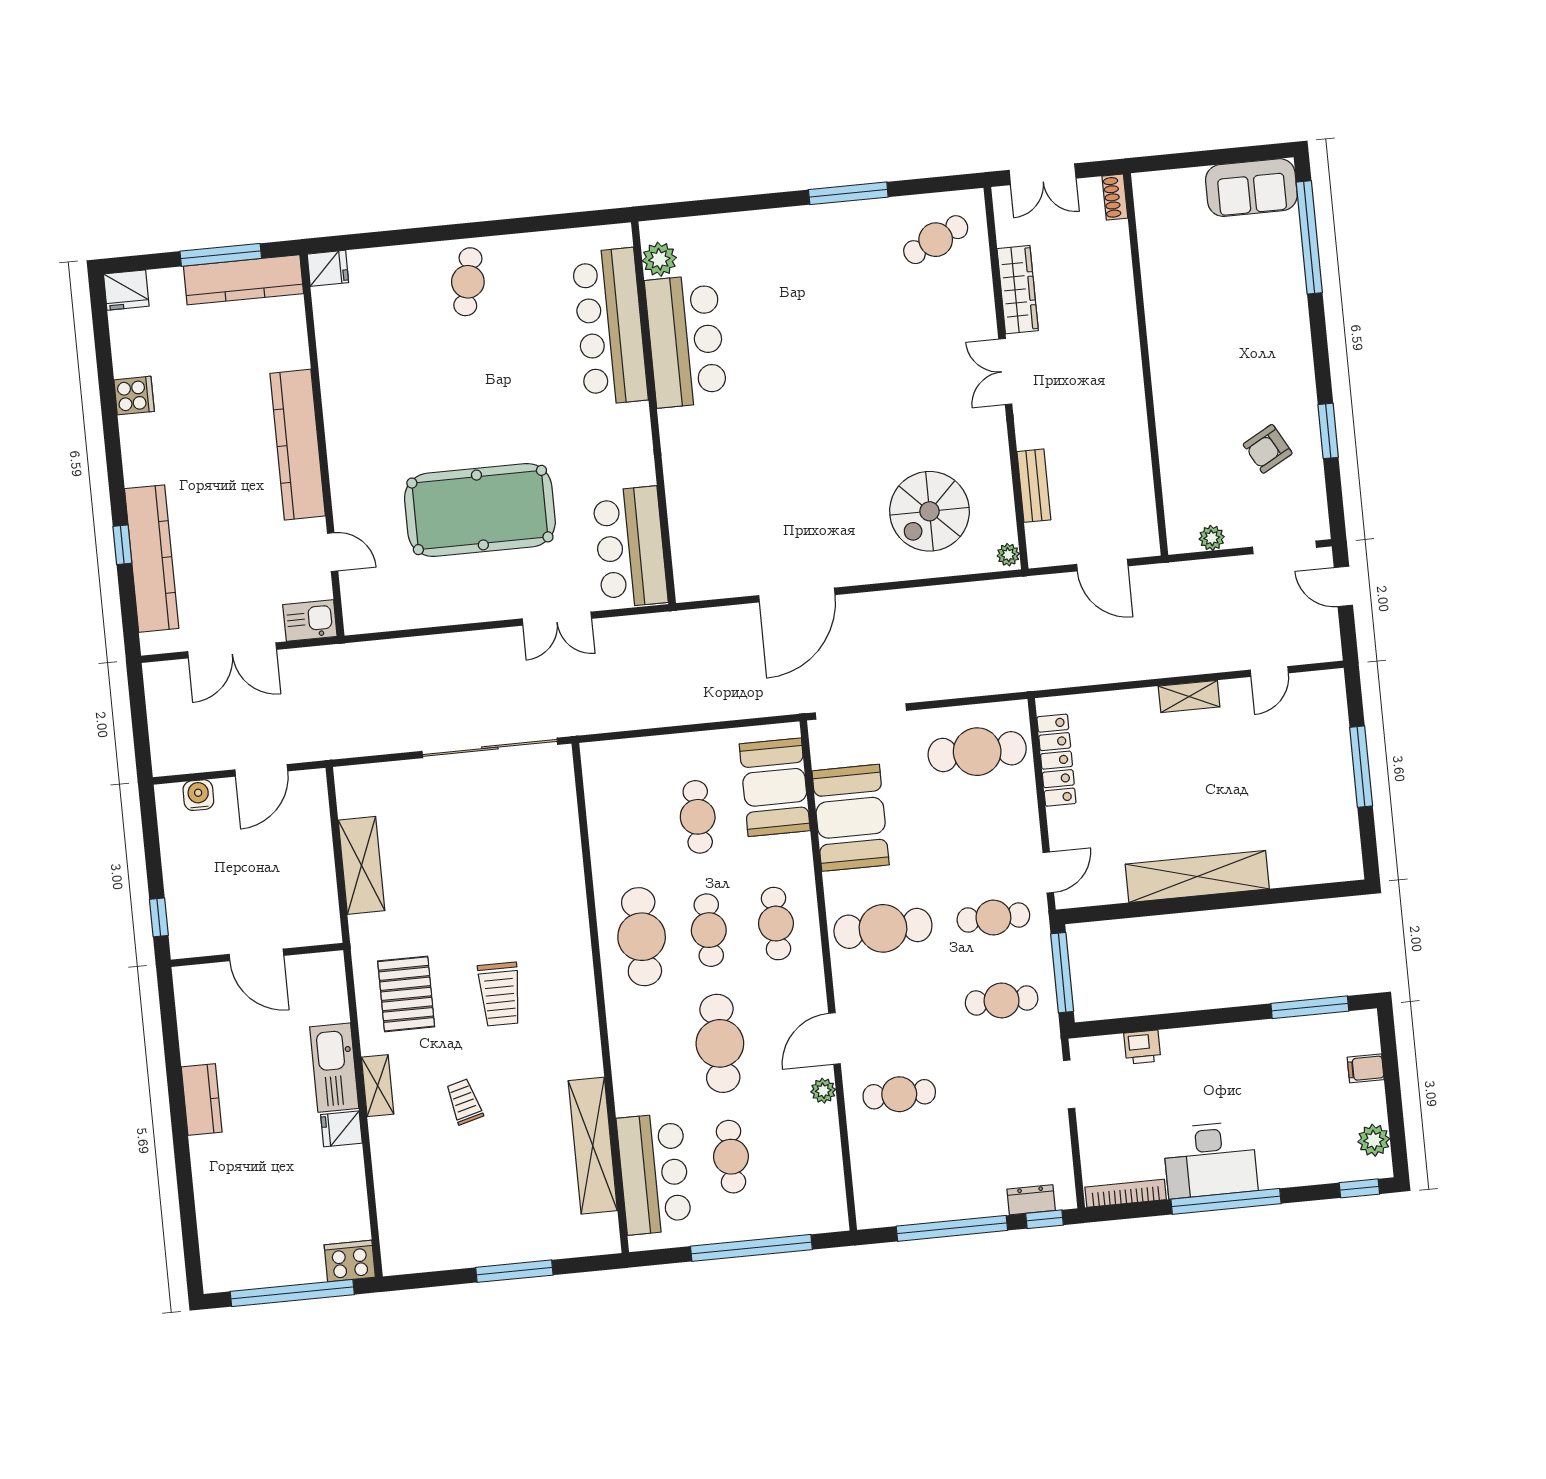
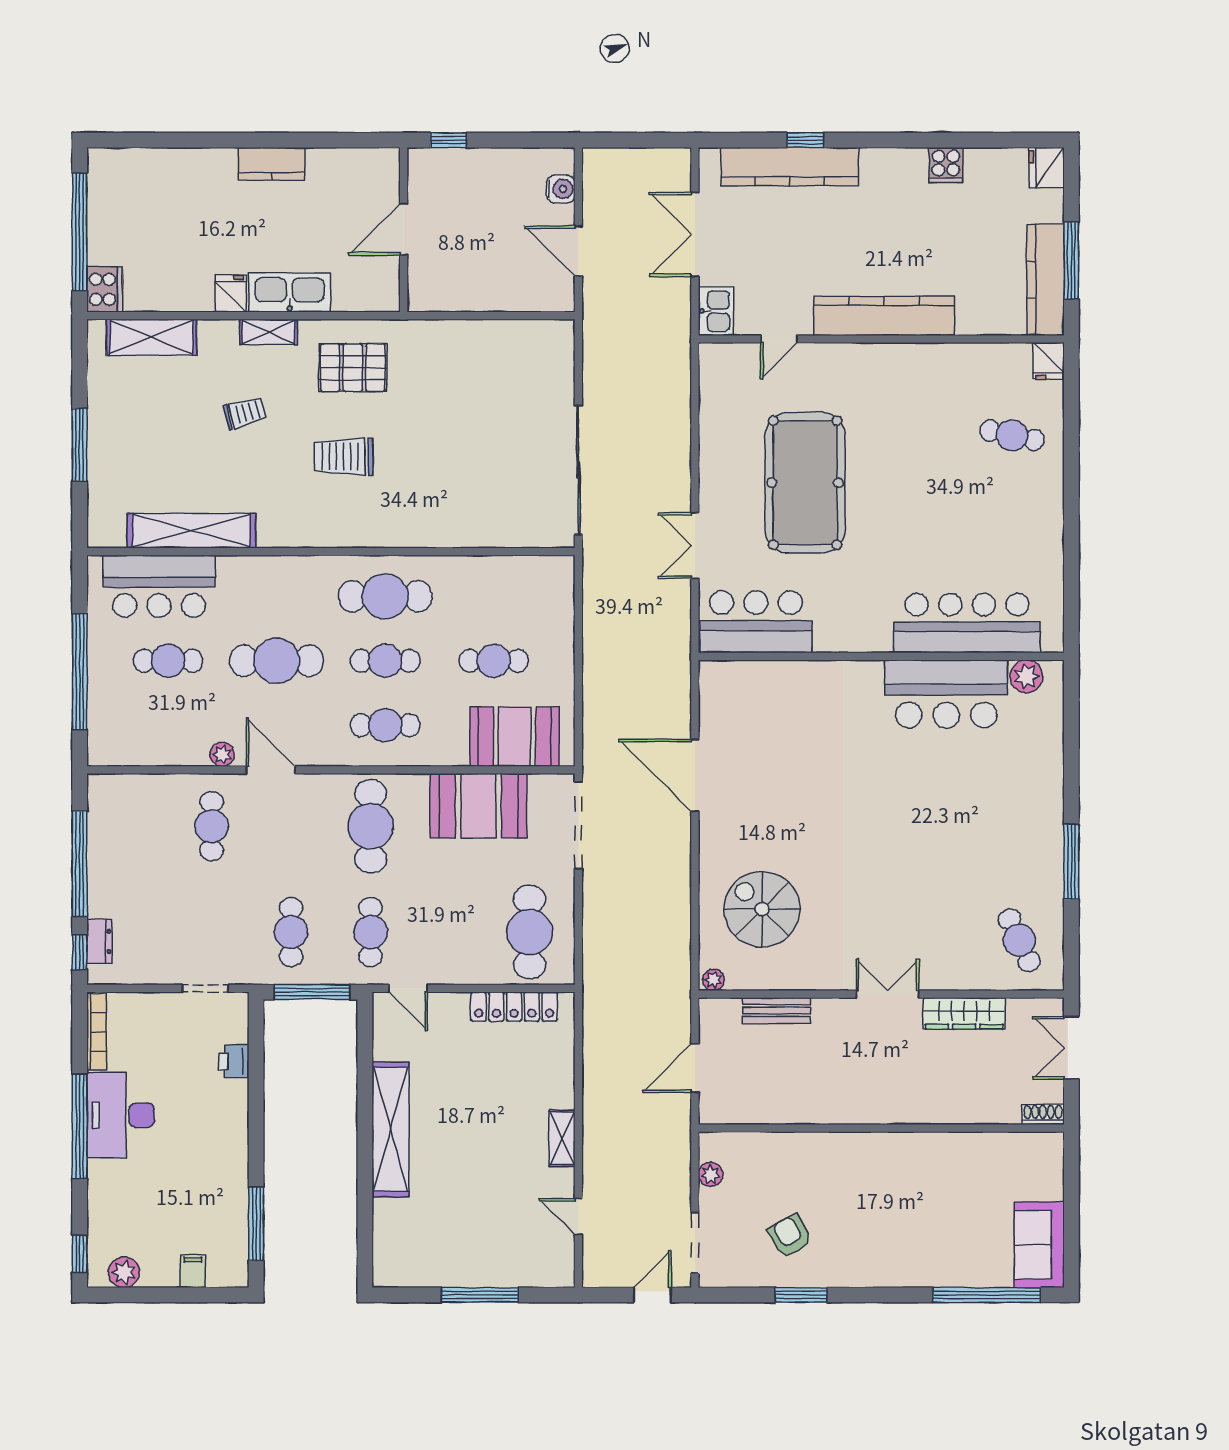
cafe table: (468, 282) -> (1012, 435), moved
shelving: (361, 865) -> (151, 337), moved

